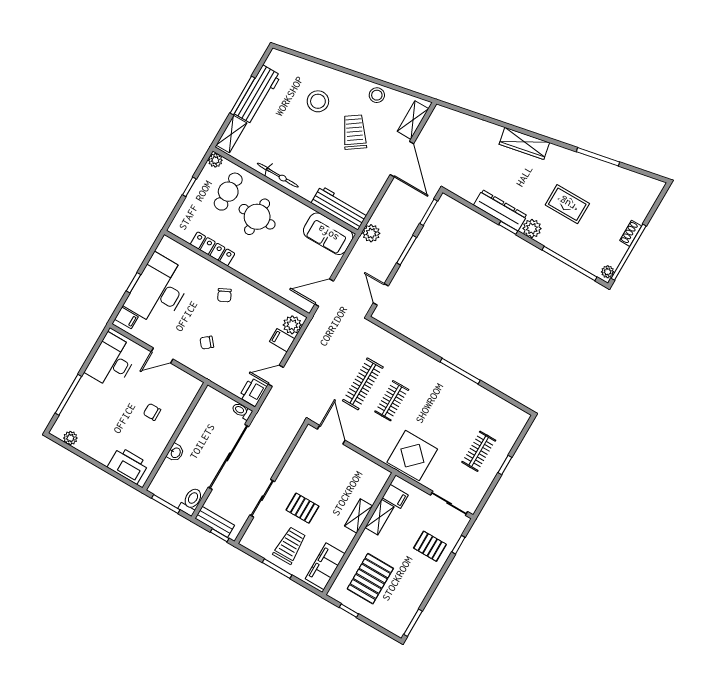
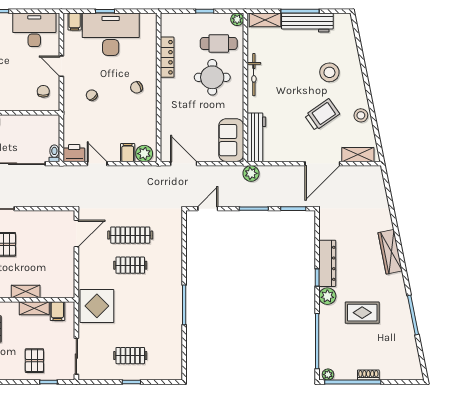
rug: (567, 204) -> (362, 313), turned 90
chair: (152, 412) -> (43, 91), moved

